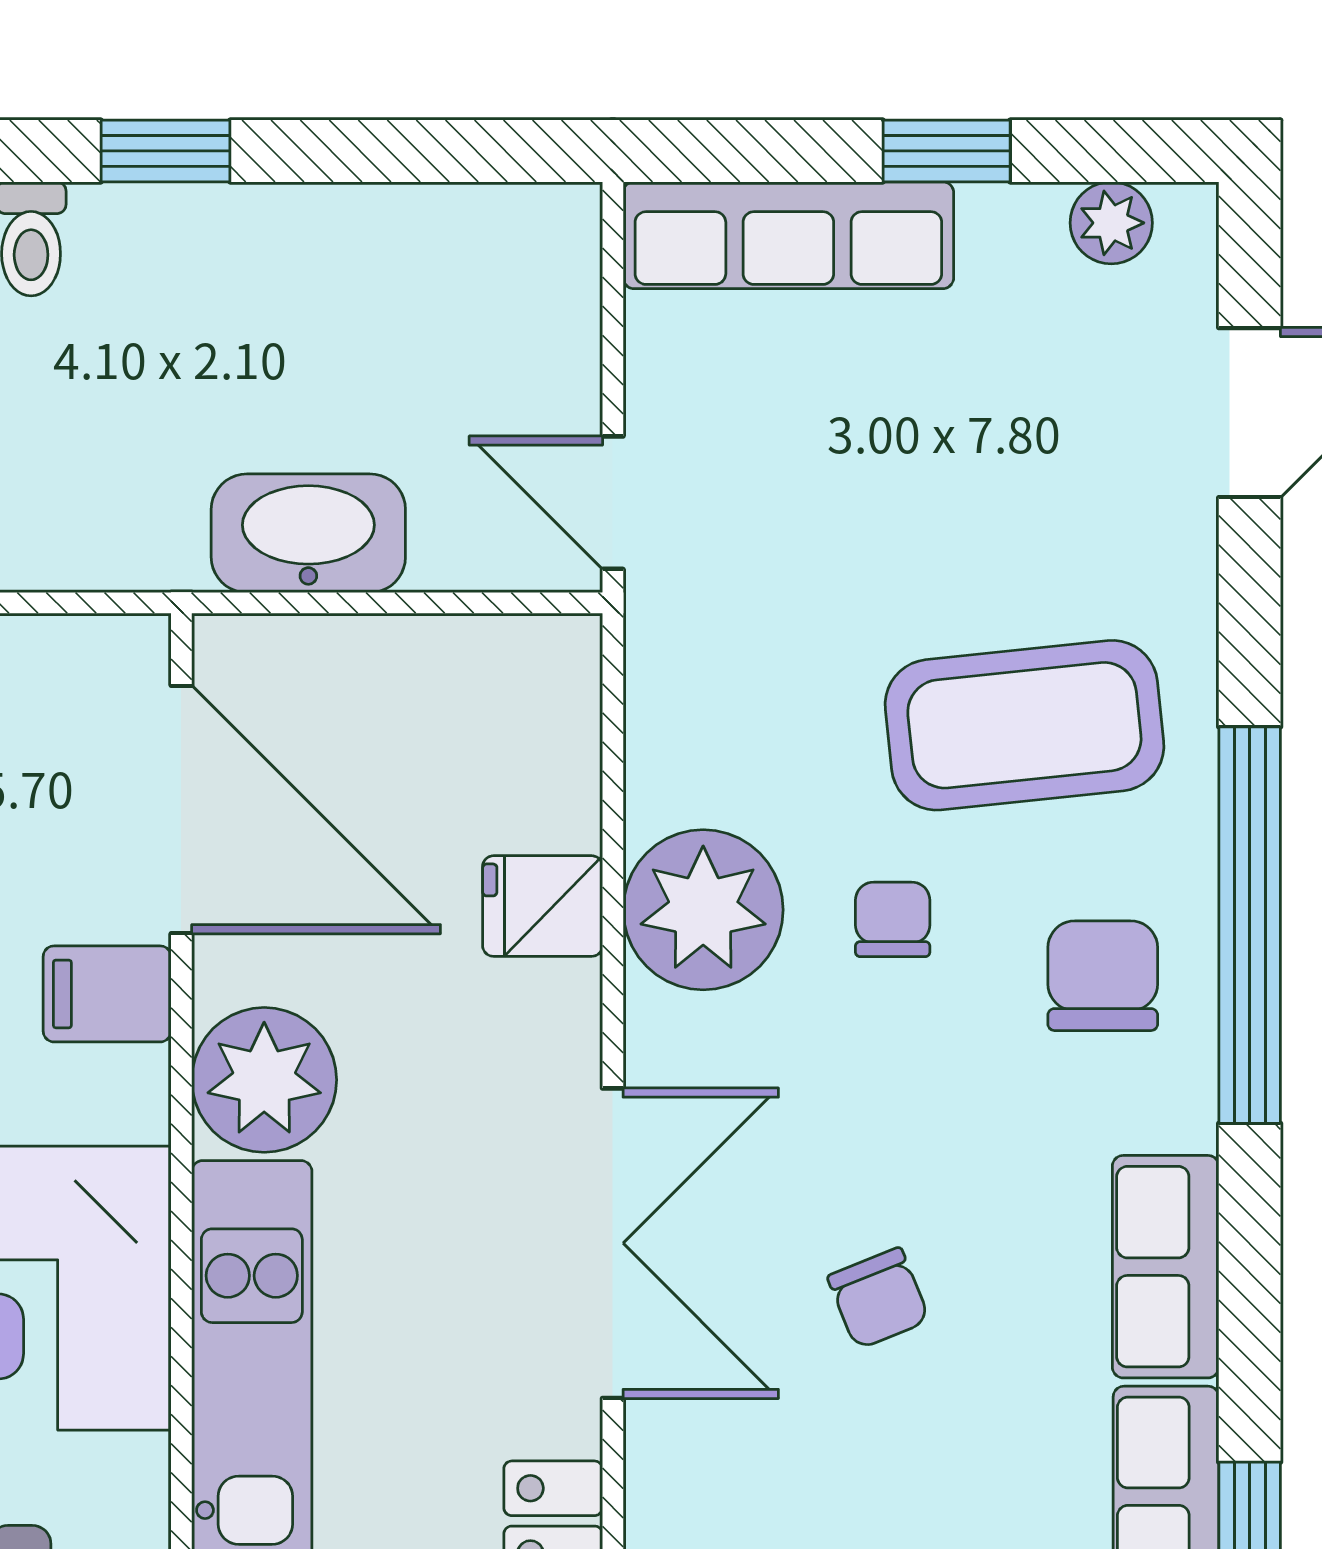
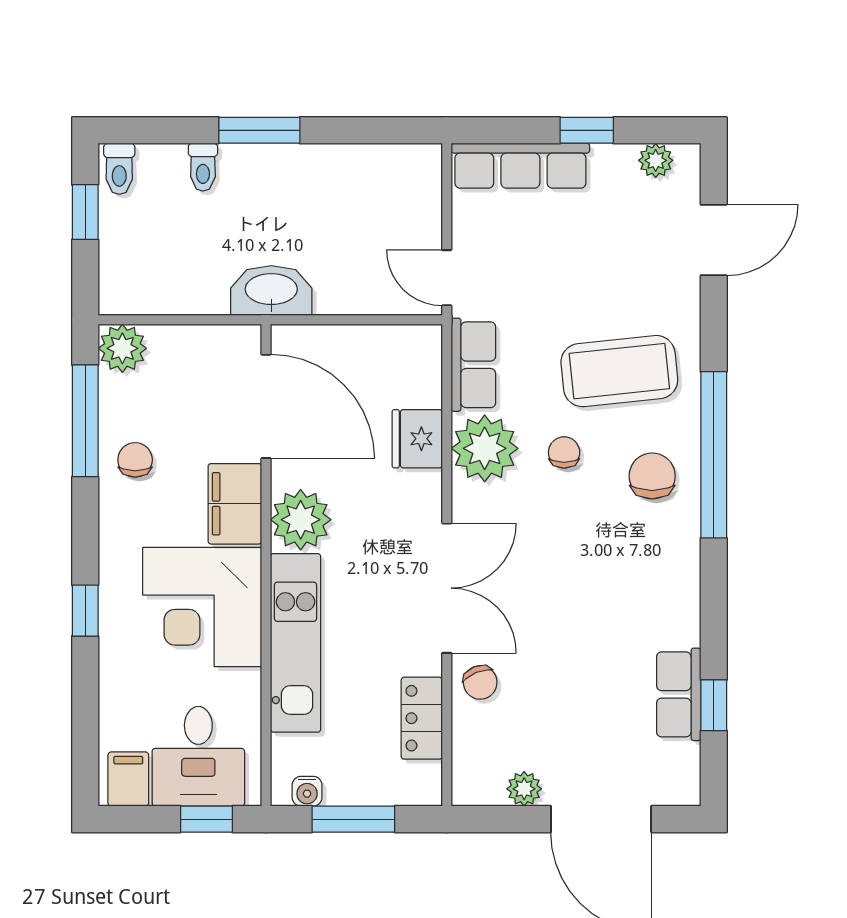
window: (165, 151) -> (259, 130), width x1.50
washbasin: (308, 533) -> (271, 291), moved
fridge: (543, 906) -> (417, 439), width x1.38
filing cabinet: (107, 994) -> (235, 504), width x2.00
row of seats: (1166, 1267) -> (473, 365), moved, turned 180
chair: (878, 1298) -> (480, 682), moved

